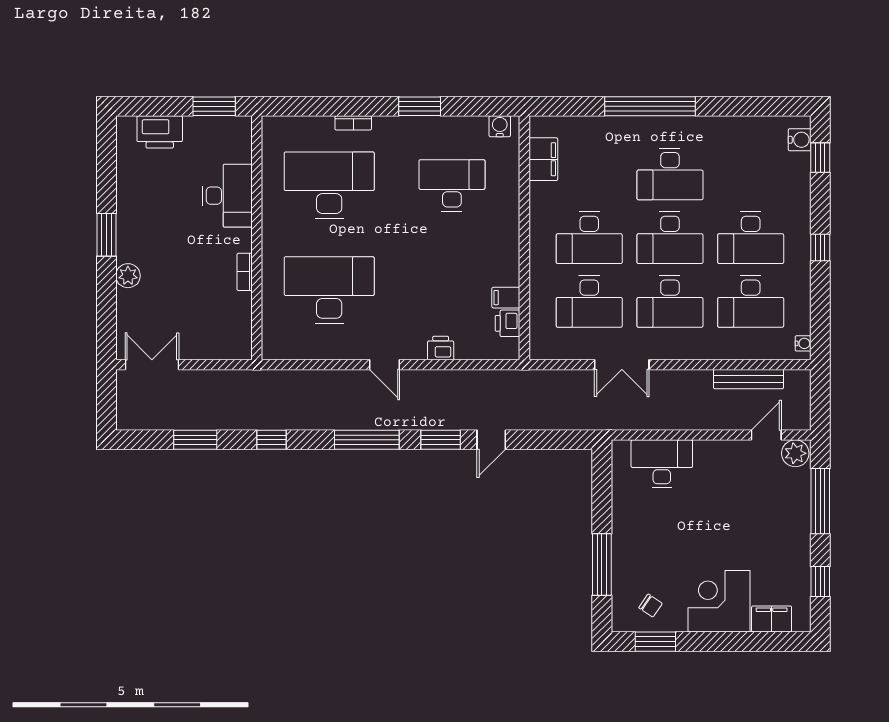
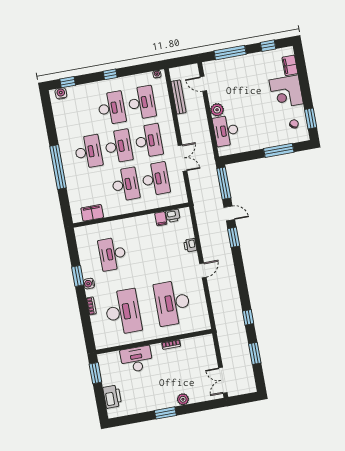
water cooler: (500, 126) -> (89, 284), moved
desk: (329, 185) -> (123, 312), turned 180
window: (367, 440) -> (224, 183), moved
plant: (795, 453) -> (217, 110), moved

